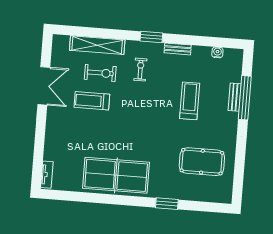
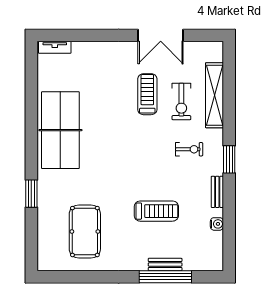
water cooler: (217, 52) -> (217, 224), moved

